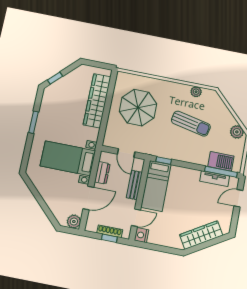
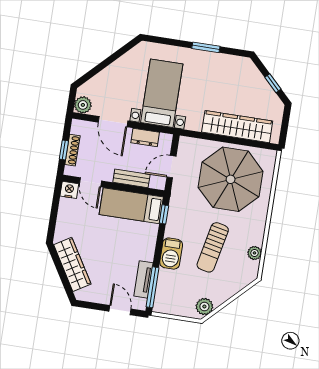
window: (55, 78) -> (273, 83), moved
parasol: (138, 108) -> (231, 179), width x1.36, depth x1.36
barbecue: (221, 161) -> (171, 254), moved

